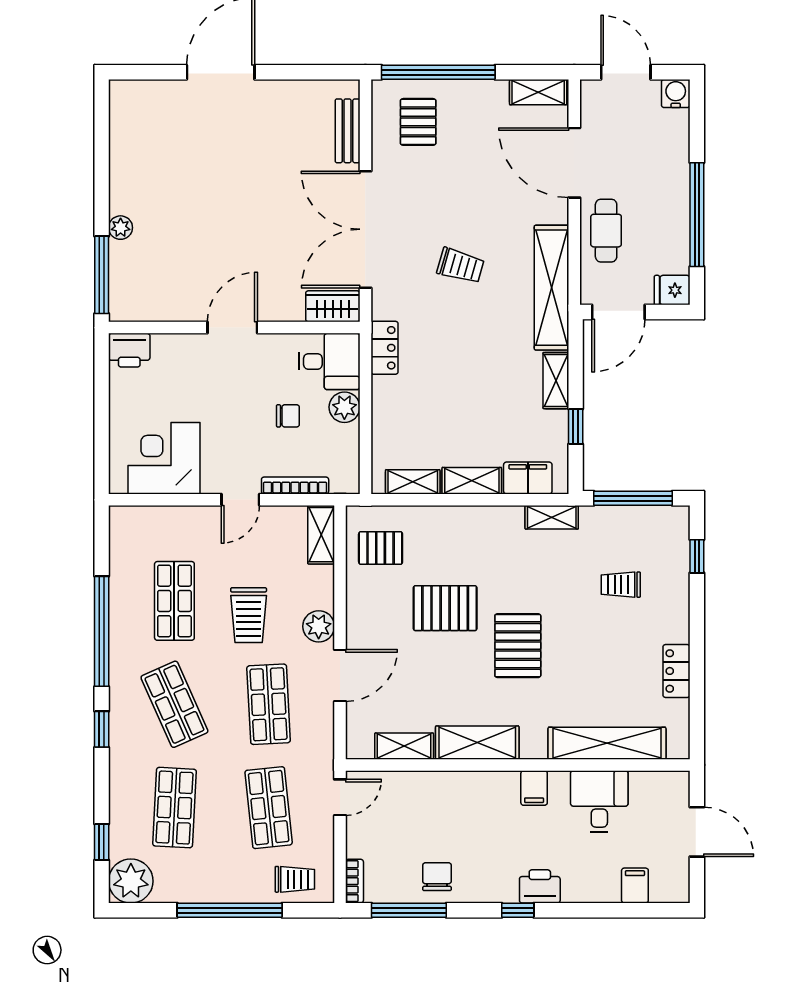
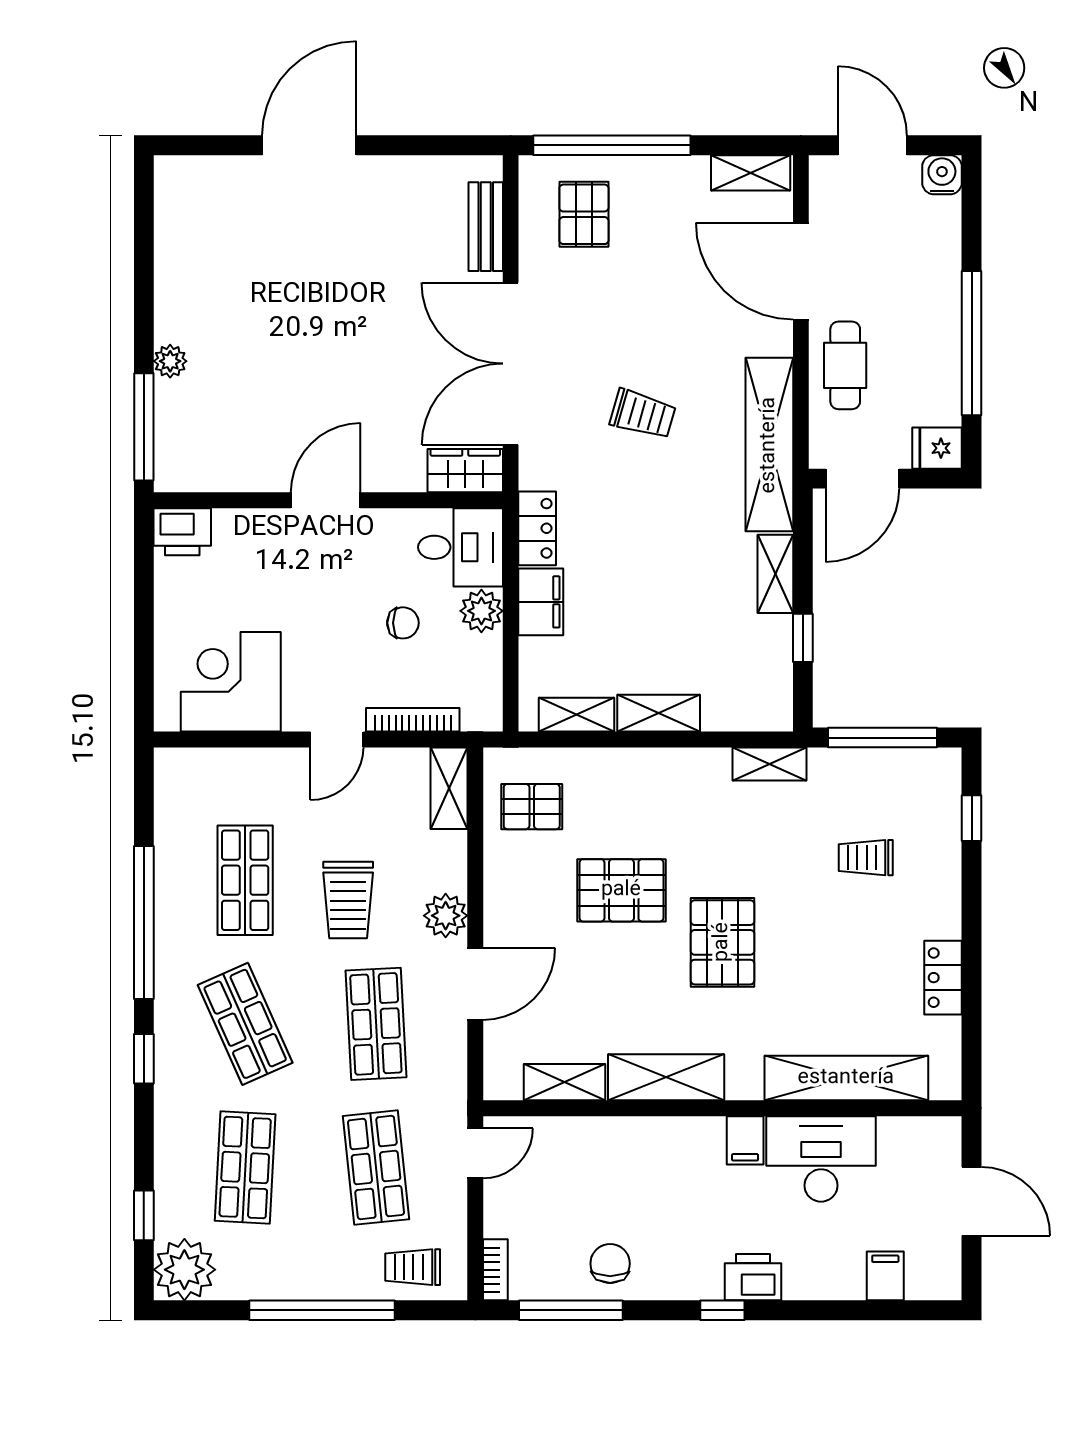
filing cabinet: (528, 478) -> (541, 602), moved, turned 90
desk: (599, 801) -> (821, 1159), width x1.37
trolley: (295, 879) -> (413, 1267), turned 180

